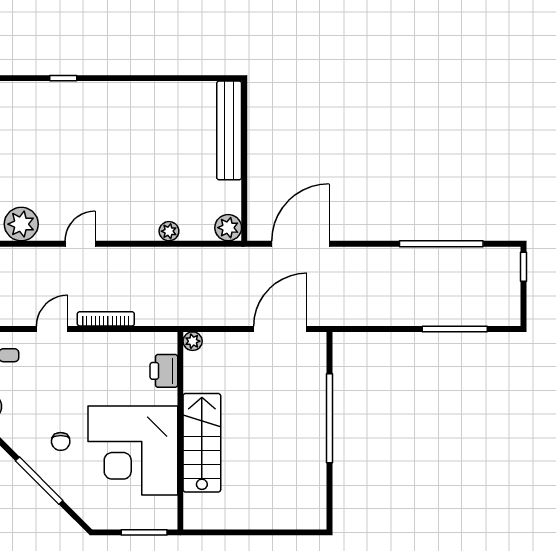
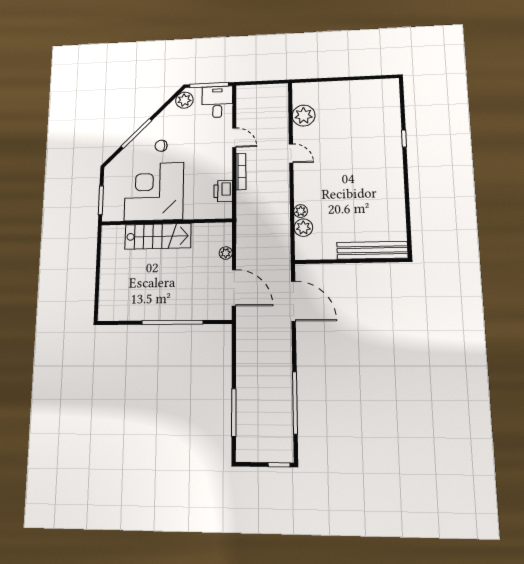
plant: (228, 228) -> (303, 228), moved
plant: (193, 341) -> (226, 253), moved
printer: (164, 371) -> (223, 191), moved, turned -90

